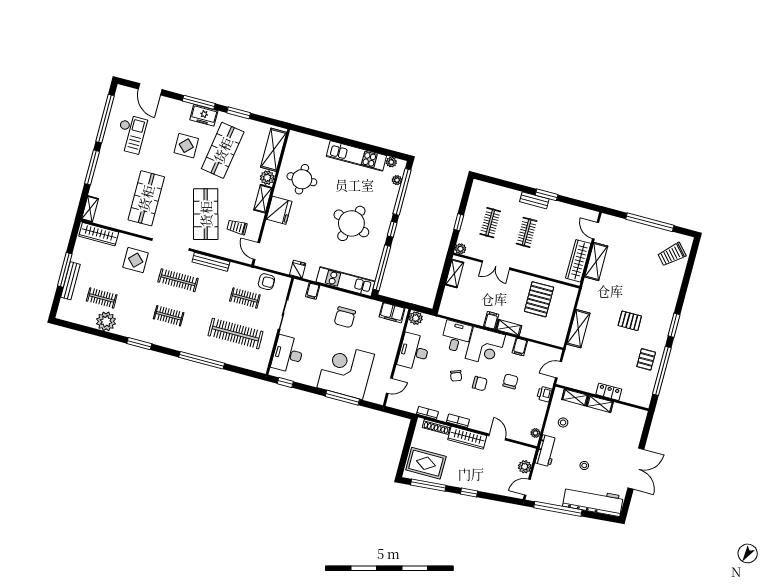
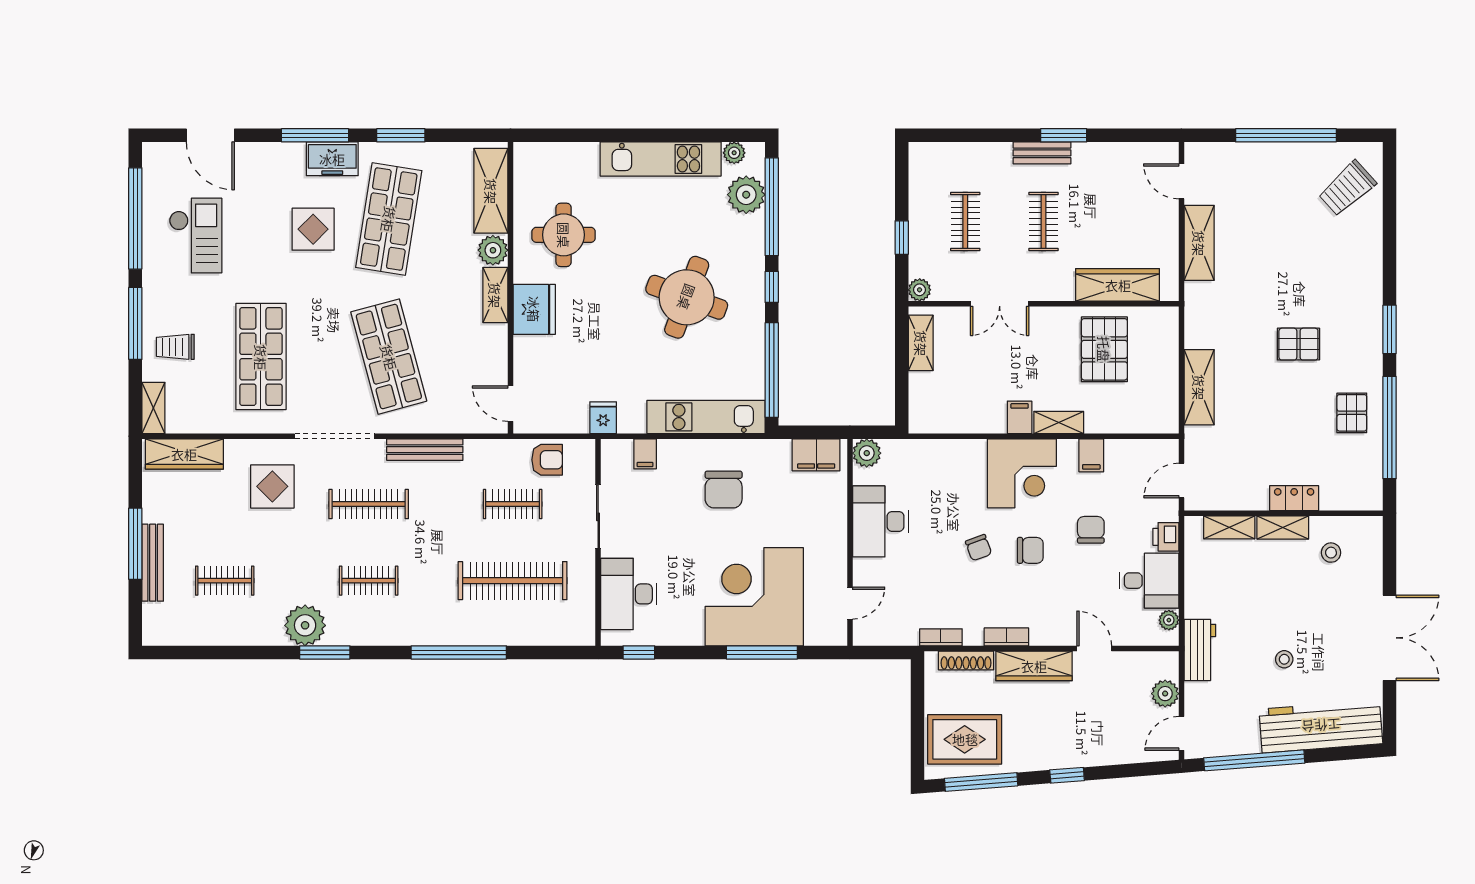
plant: (397, 180) -> (746, 195), width x1.88, depth x1.88
trolley: (237, 227) -> (175, 347), moved
wardrobe: (578, 261) -> (1118, 285), moved, turned 90
plant: (106, 321) -> (305, 625), moved
desk: (456, 337) -> (1149, 581), moved, turned 90
stool: (563, 423) -> (1331, 553), moved

